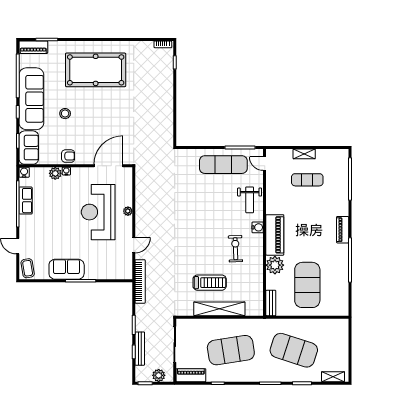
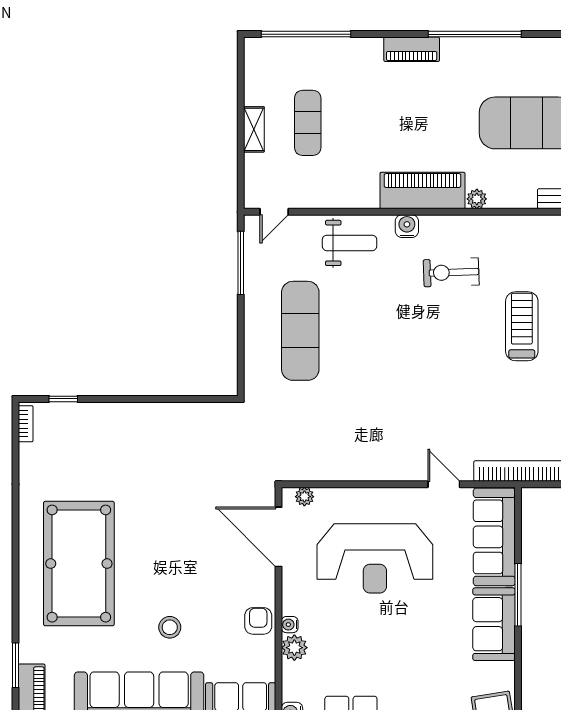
exercise mat: (223, 165) -> (300, 331), moved
plant: (128, 211) -> (304, 497), moved
plant: (275, 265) -> (477, 199), width x0.53, depth x0.53
sofa: (108, 269) -> (494, 537), added

